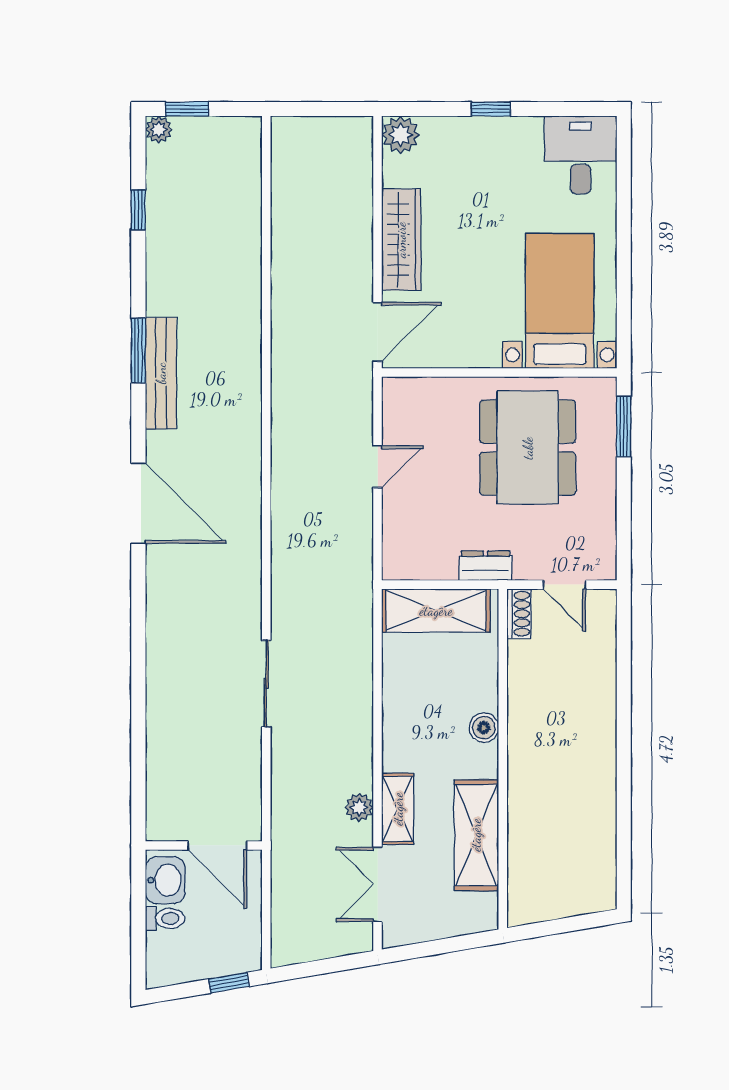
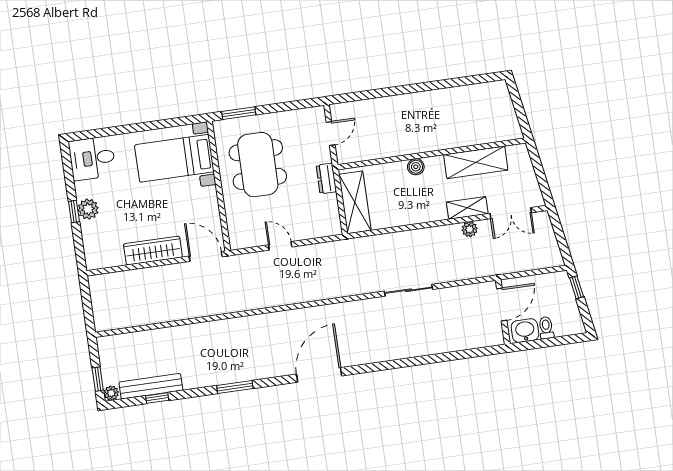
plant: (401, 135) -> (88, 209), moved
bench: (161, 373) -> (151, 386), moved
dining table: (528, 448) -> (258, 165), turned 90
shoe rack: (519, 614) -> (350, 156), removed

